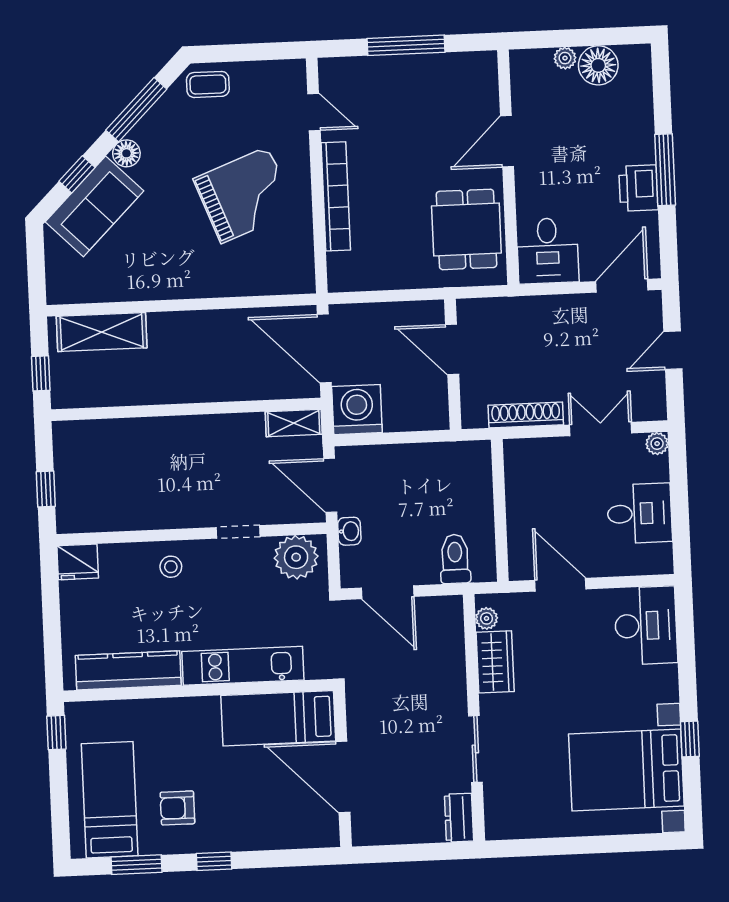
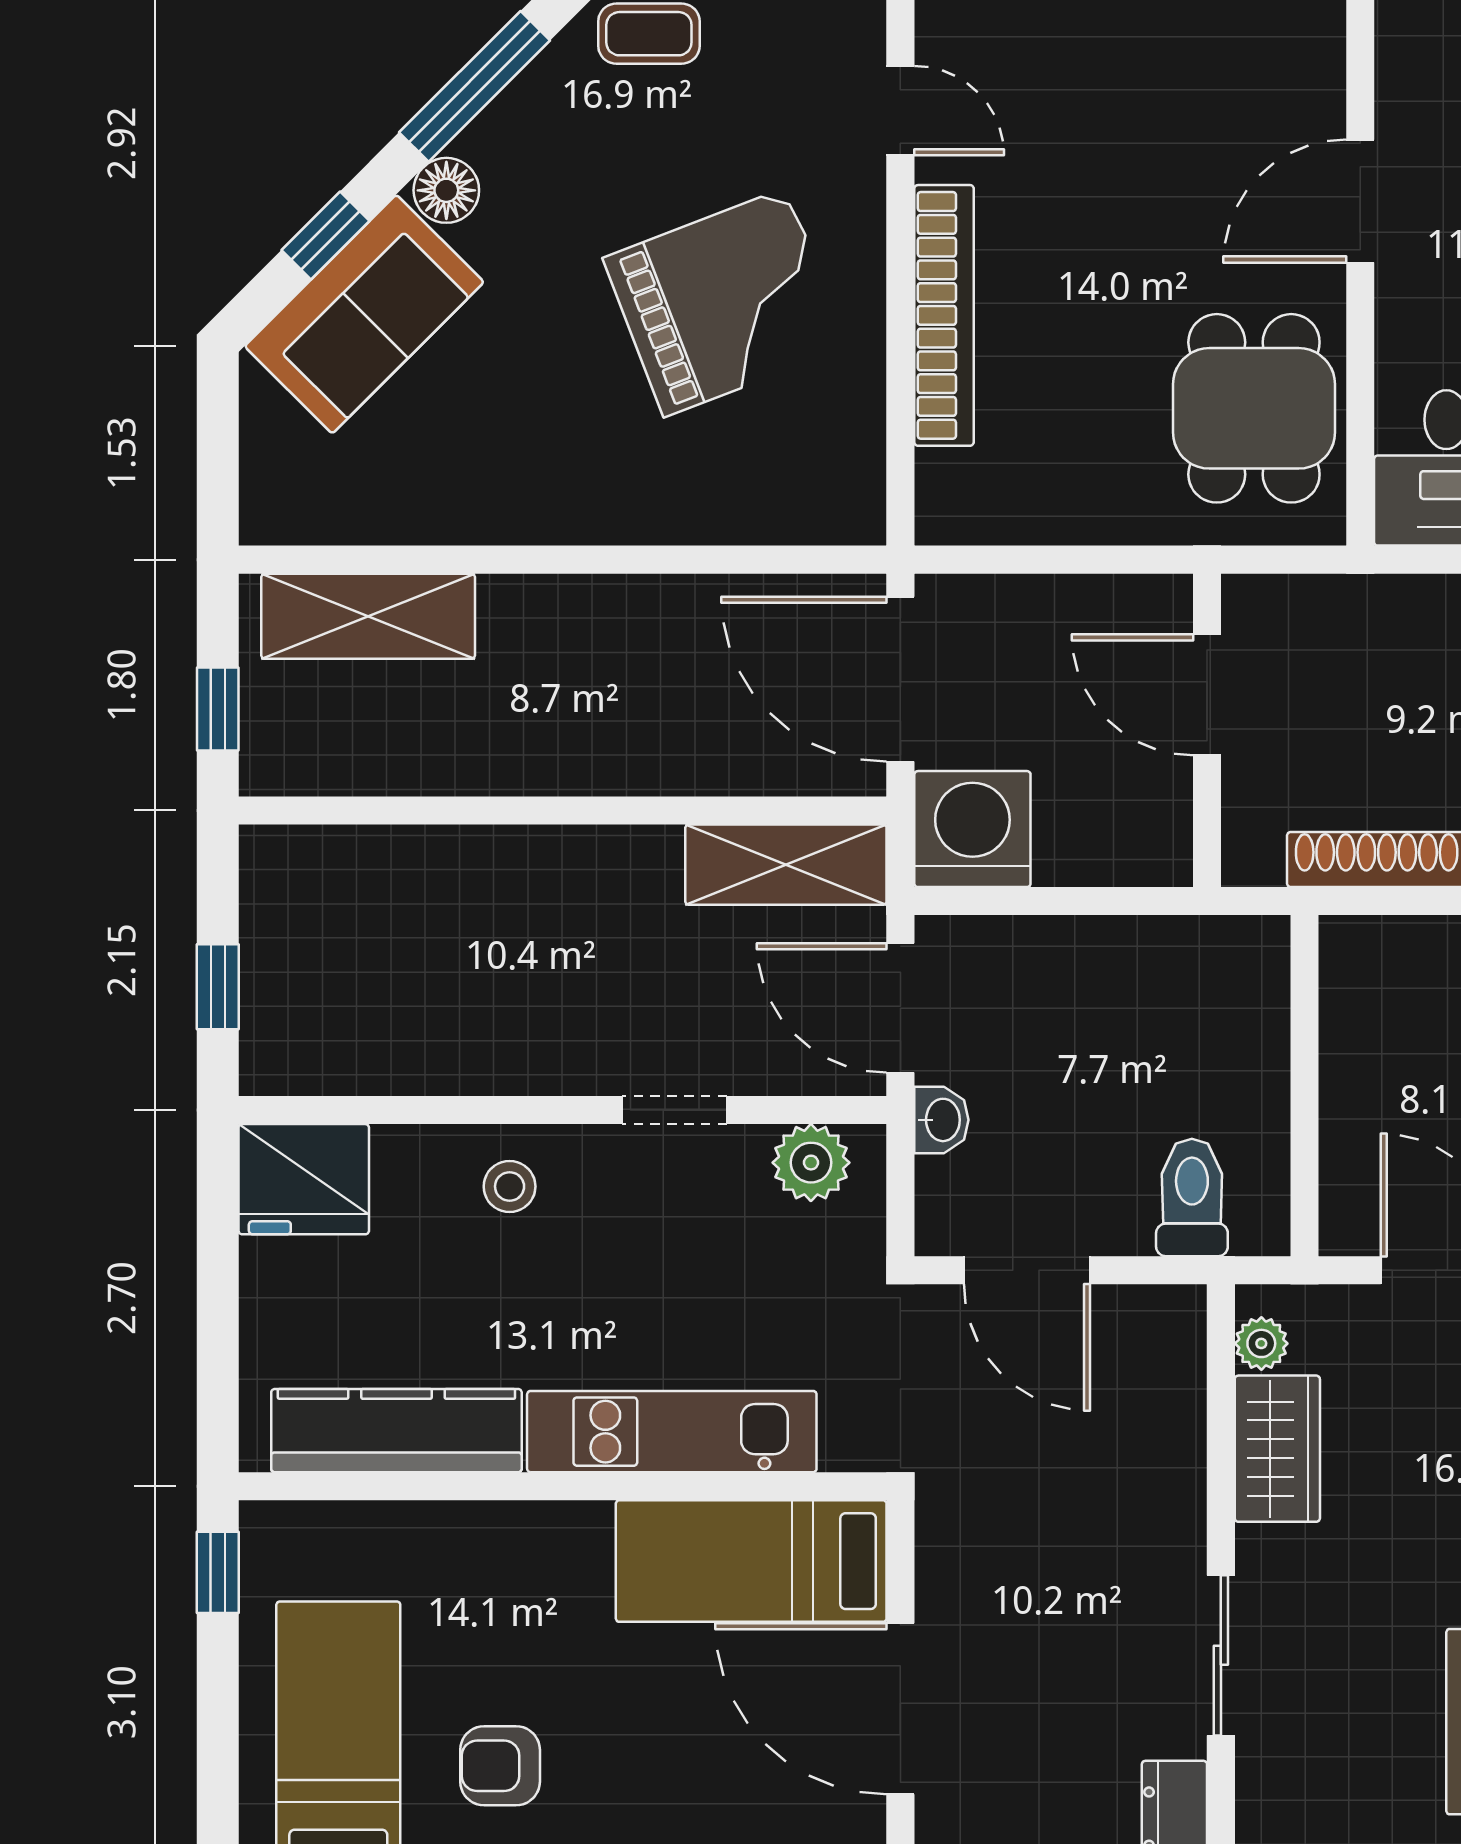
shelving: (294, 423) -> (786, 865), width x1.50, depth x1.33
plant: (296, 557) -> (811, 1163), width x0.73, depth x0.73
fridge: (78, 562) -> (304, 1179), width x1.36, depth x1.34

